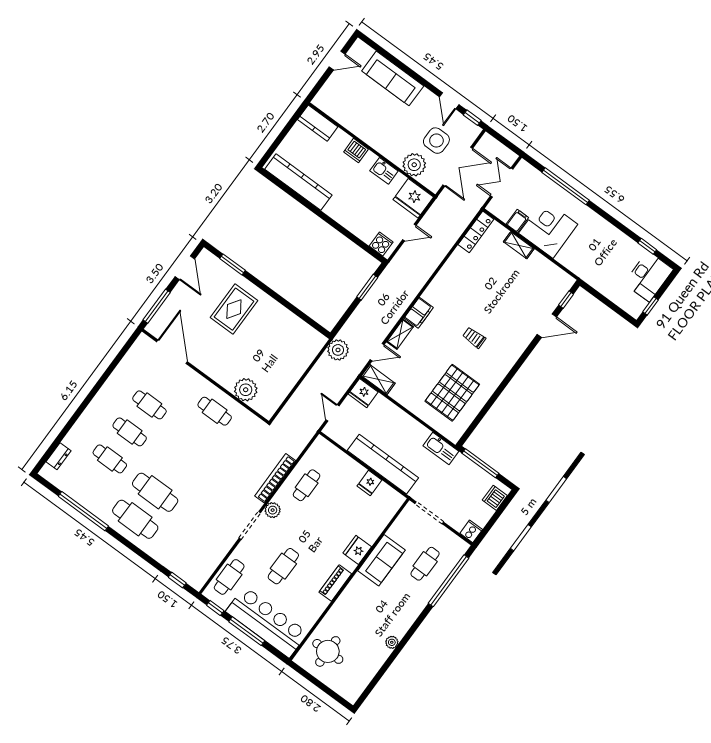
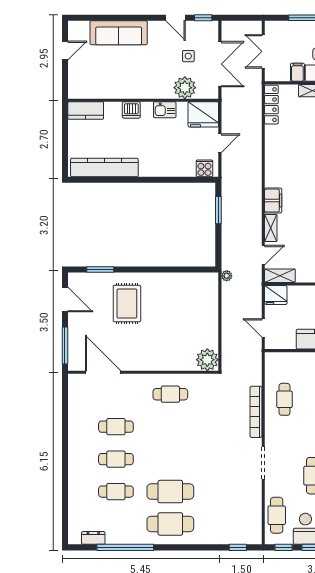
side table: (436, 141) -> (188, 56), width x0.54, depth x0.54
plant: (338, 350) -> (227, 276), width x0.53, depth x0.53
plant: (246, 390) -> (207, 360), moved
dresser: (59, 456) -> (93, 538), moved, turned -90
plant: (273, 510) -> (272, 438), removed

